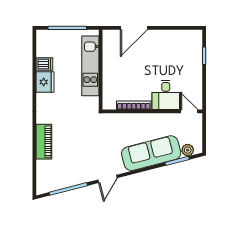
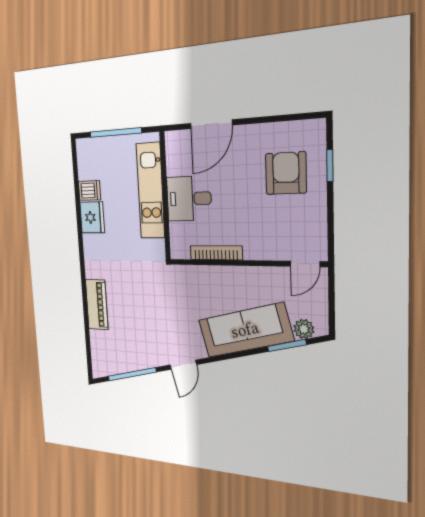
armchair: (179, 59) -> (286, 173), added
desk: (166, 95) -> (189, 199), moved, turned 90
door: (189, 111) -> (305, 264), swing flipped

